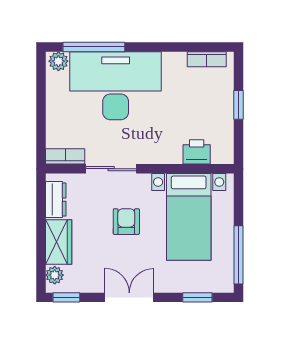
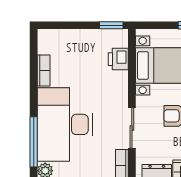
bookcase: (207, 59) -> (44, 71), moved
window: (239, 105) -> (111, 25), moved

